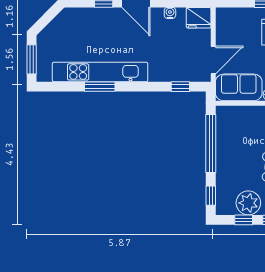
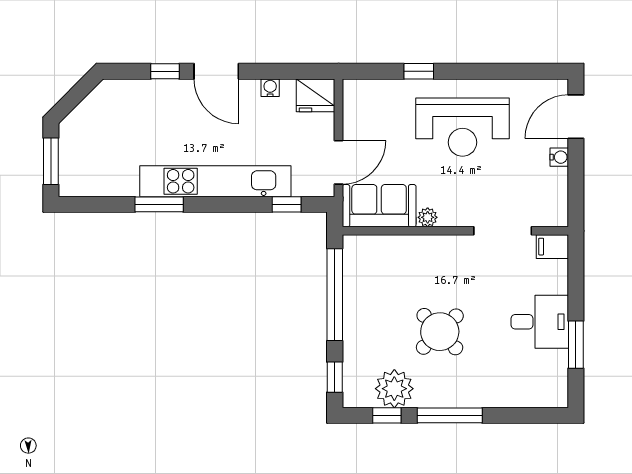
kitchen unit: (100, 72) -> (215, 181), moved

